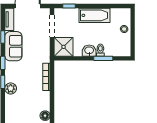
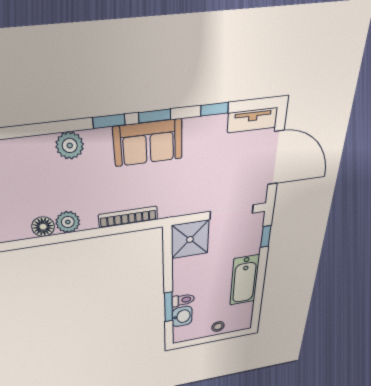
sofa: (13, 46) -> (148, 143), moved
washbasin: (89, 51) -> (182, 316), moved
plant: (11, 88) -> (70, 146), moved
plant: (45, 105) -> (68, 222), added

